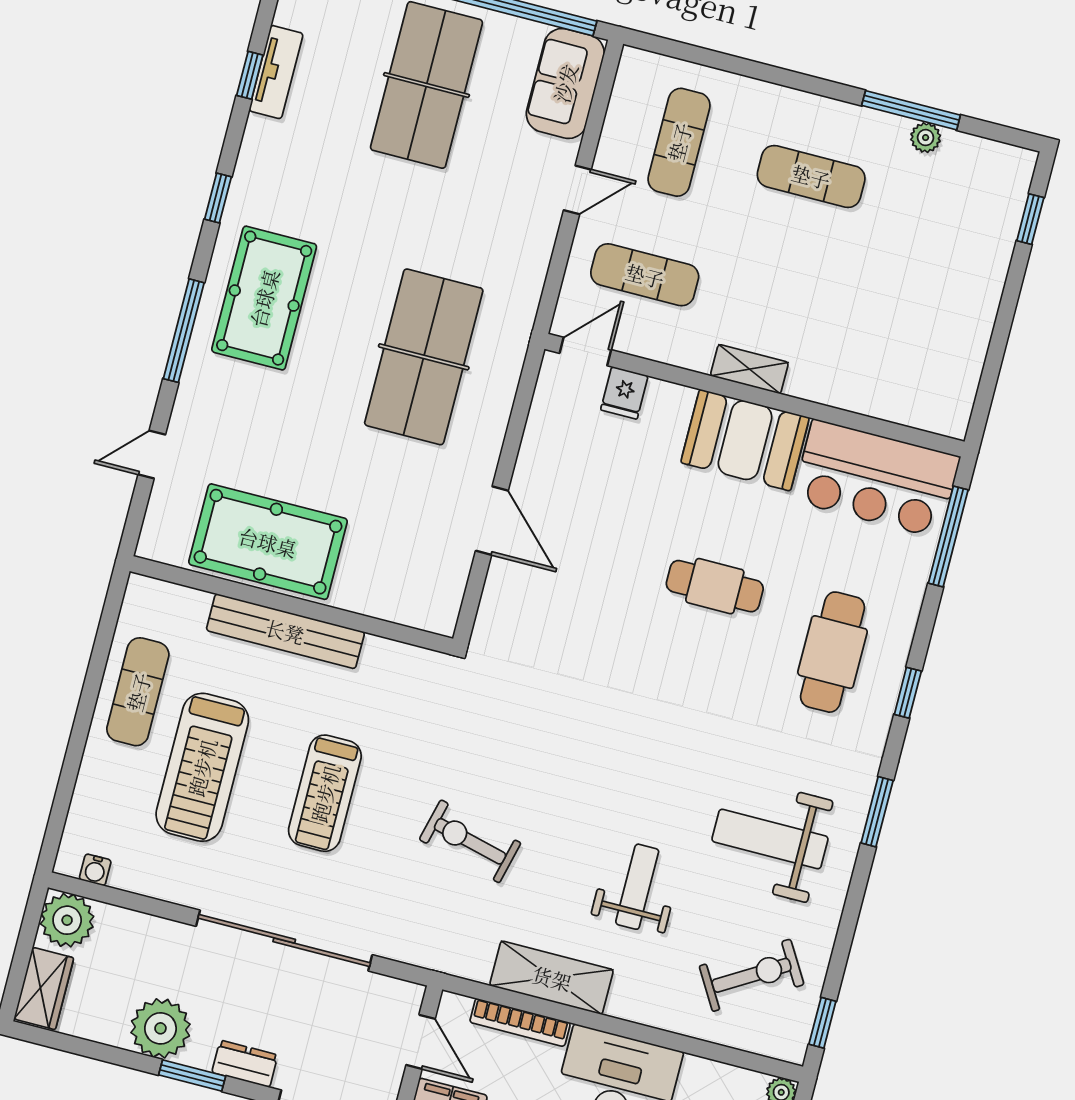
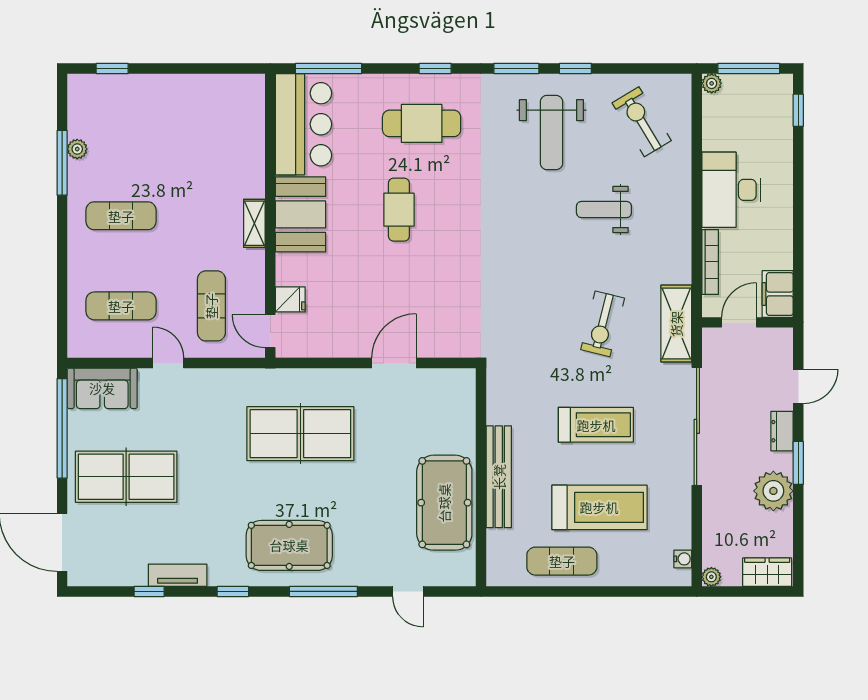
tv unit: (276, 72) -> (178, 575), moved
exercise mat: (811, 176) -> (121, 216), turned 90
plant: (67, 920) -> (711, 577), width x0.53, depth x0.53
shelving: (552, 978) -> (676, 324), moved
window: (822, 1023) -> (575, 69), moved

